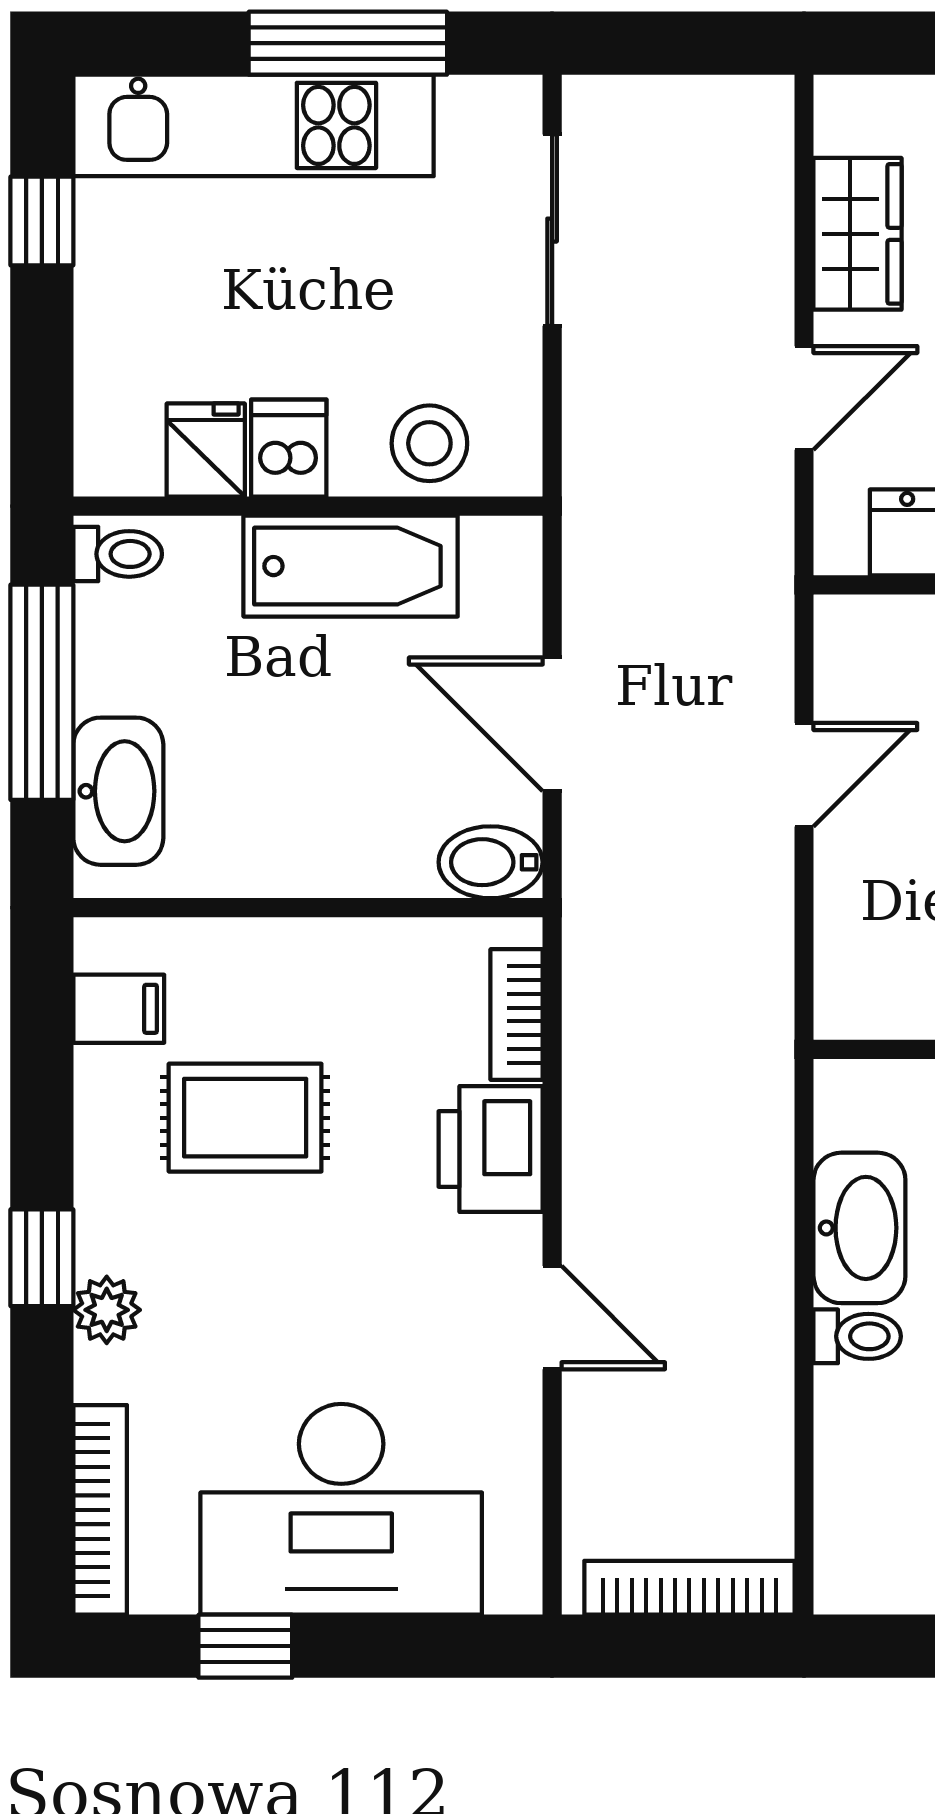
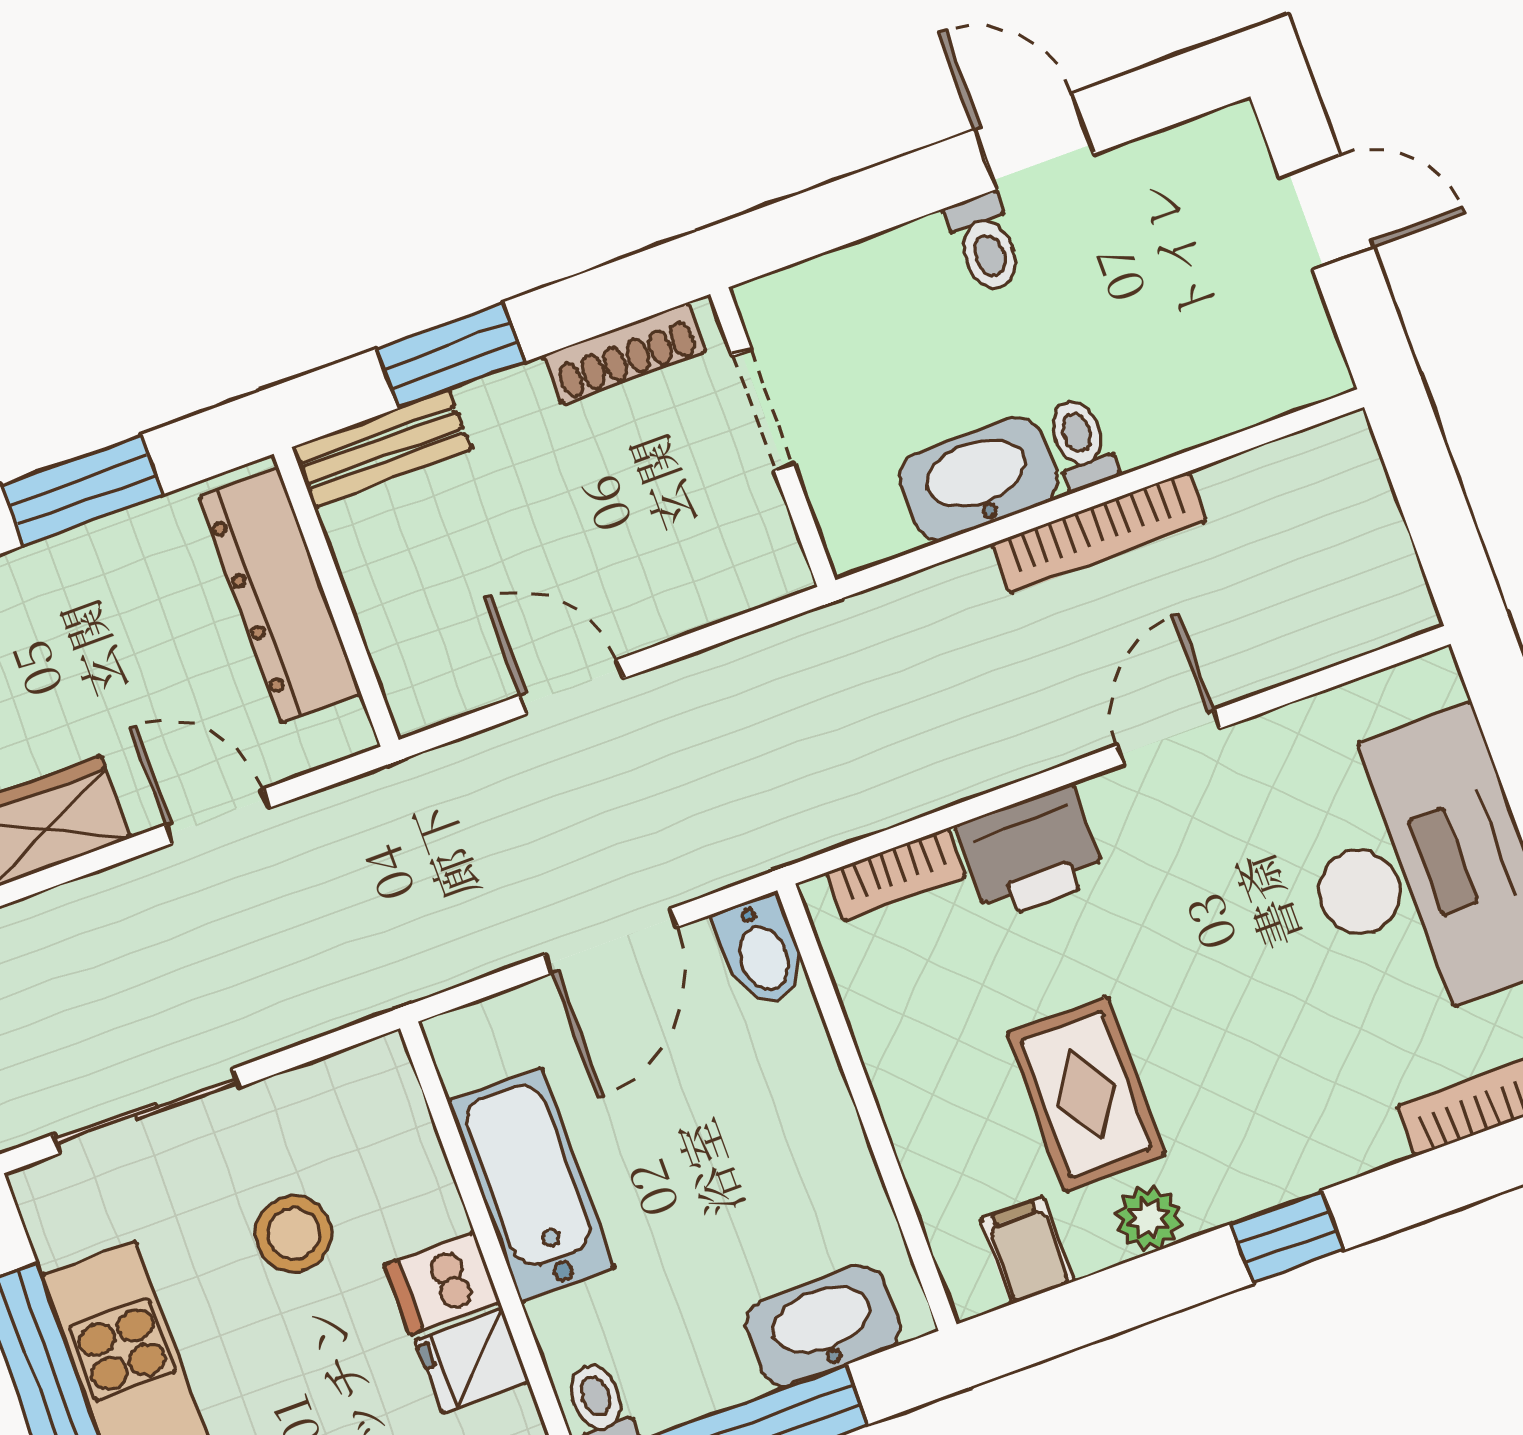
stool: (429, 443) -> (294, 1234), moved
plant: (107, 1310) -> (1149, 1219), moved
bookcase: (689, 1588) -> (1099, 533), moved, turned -90

